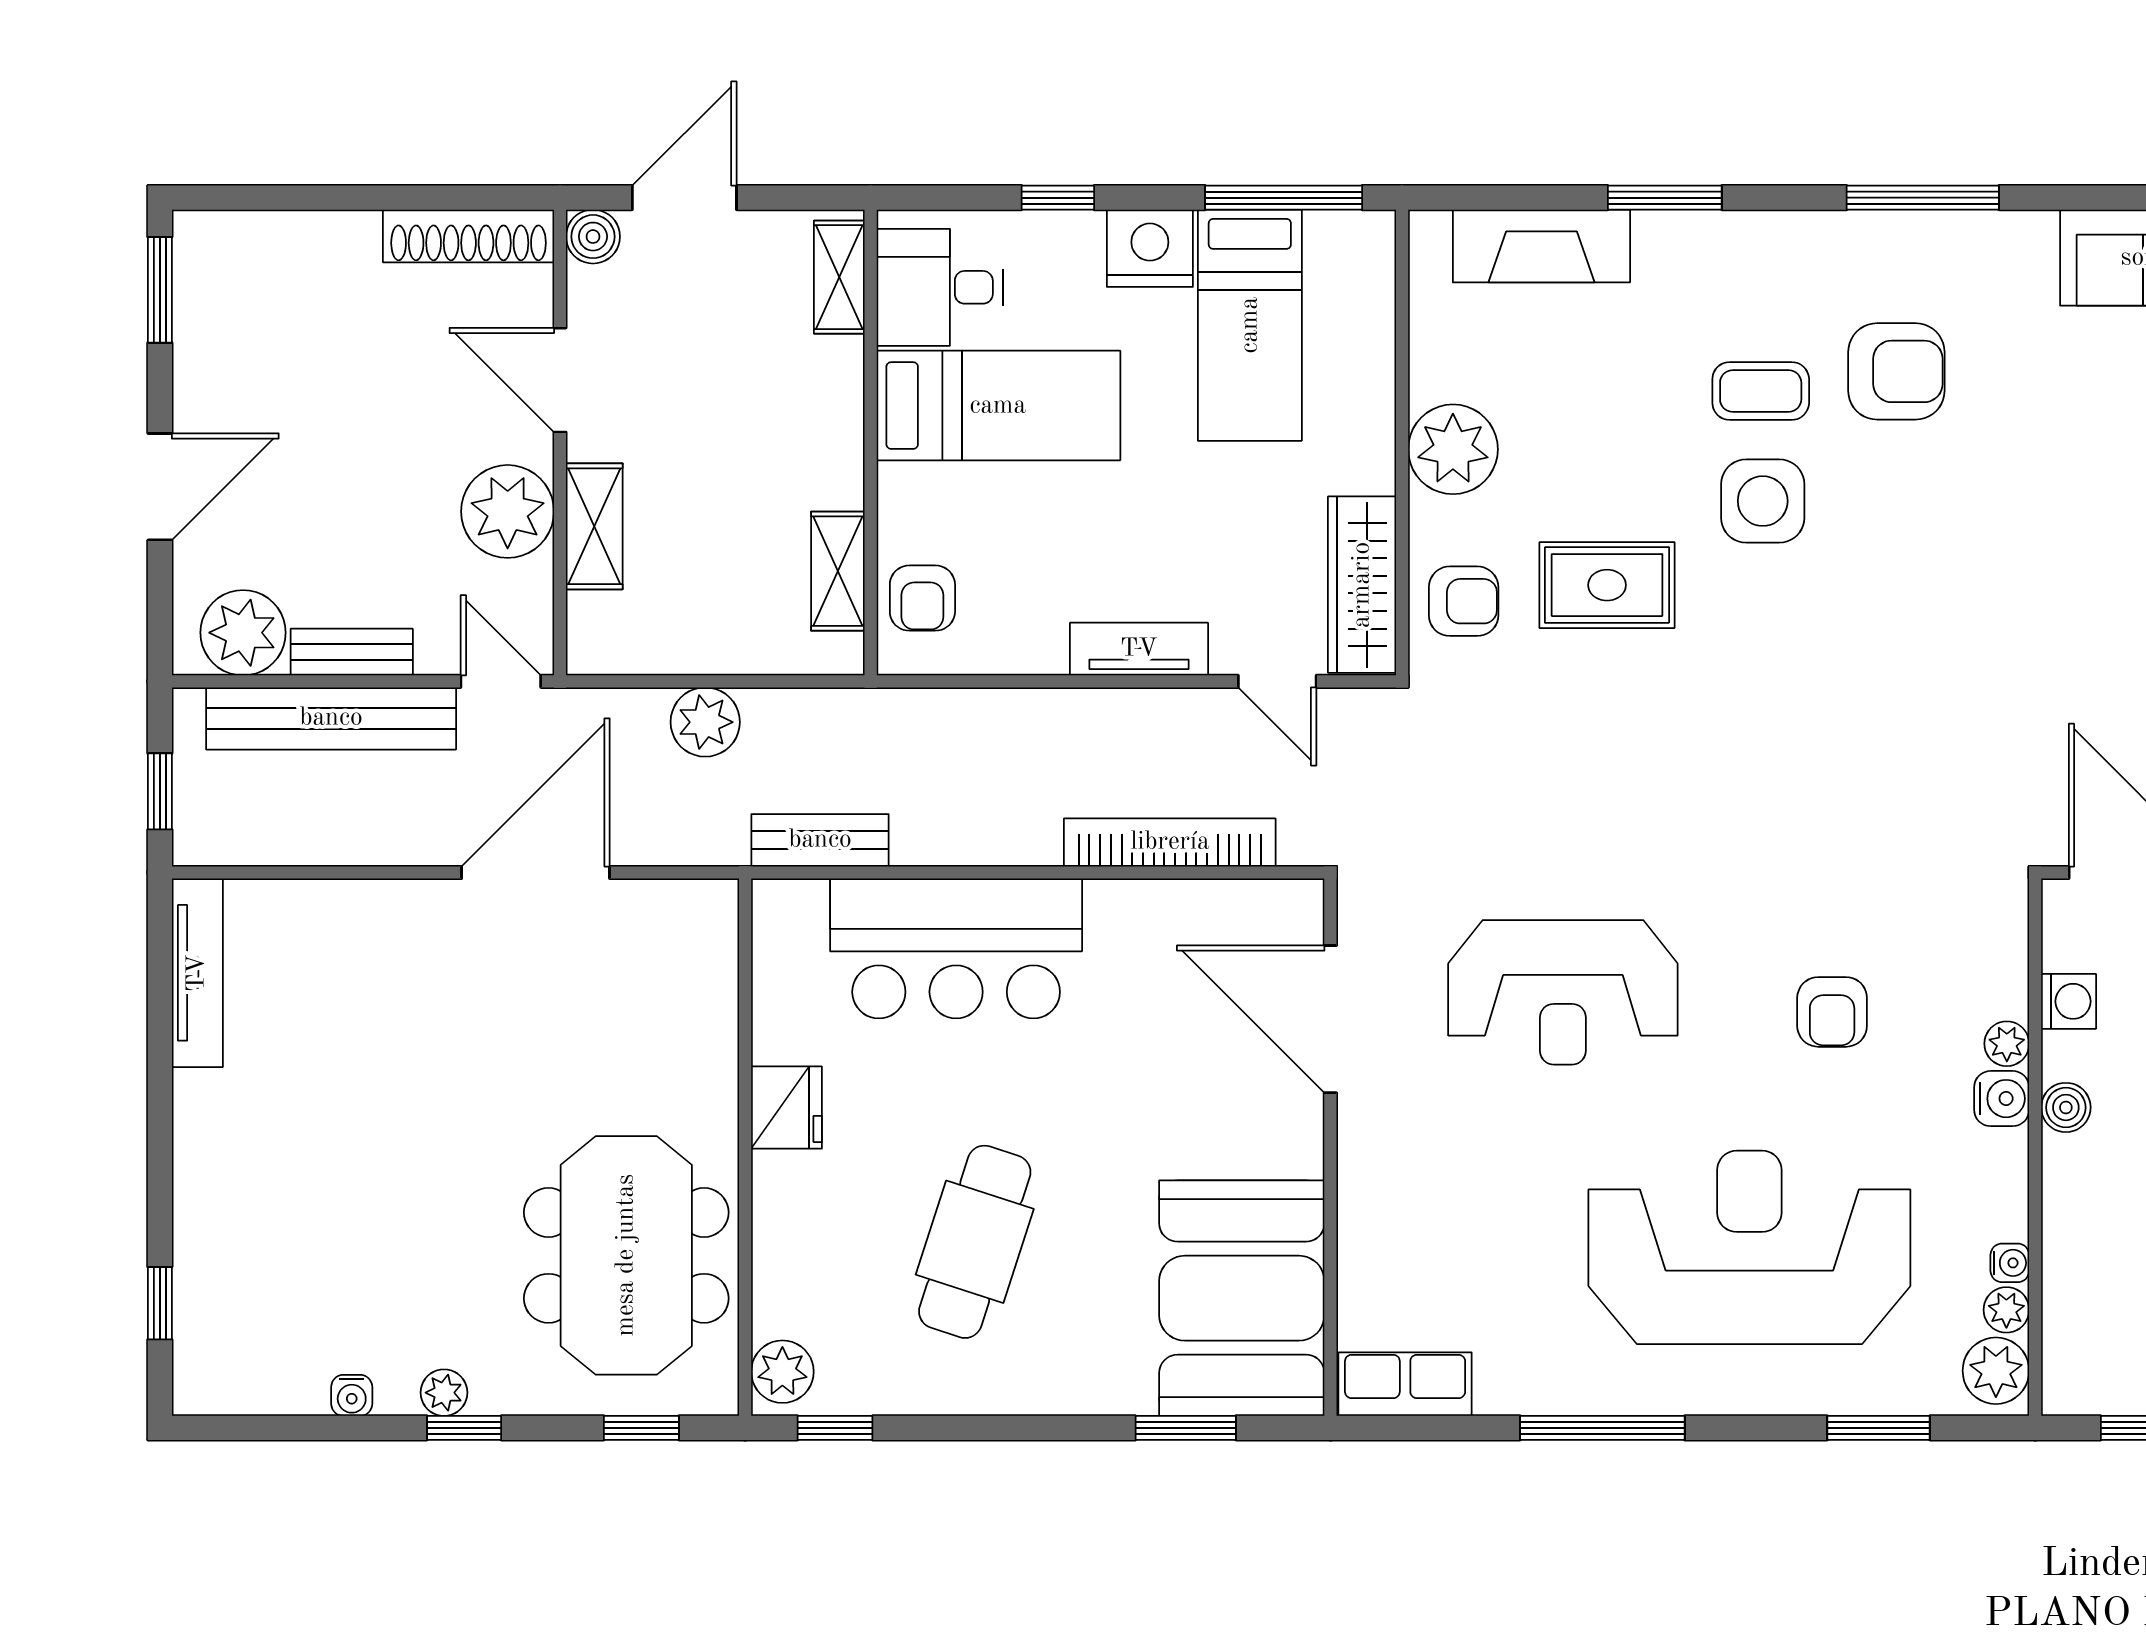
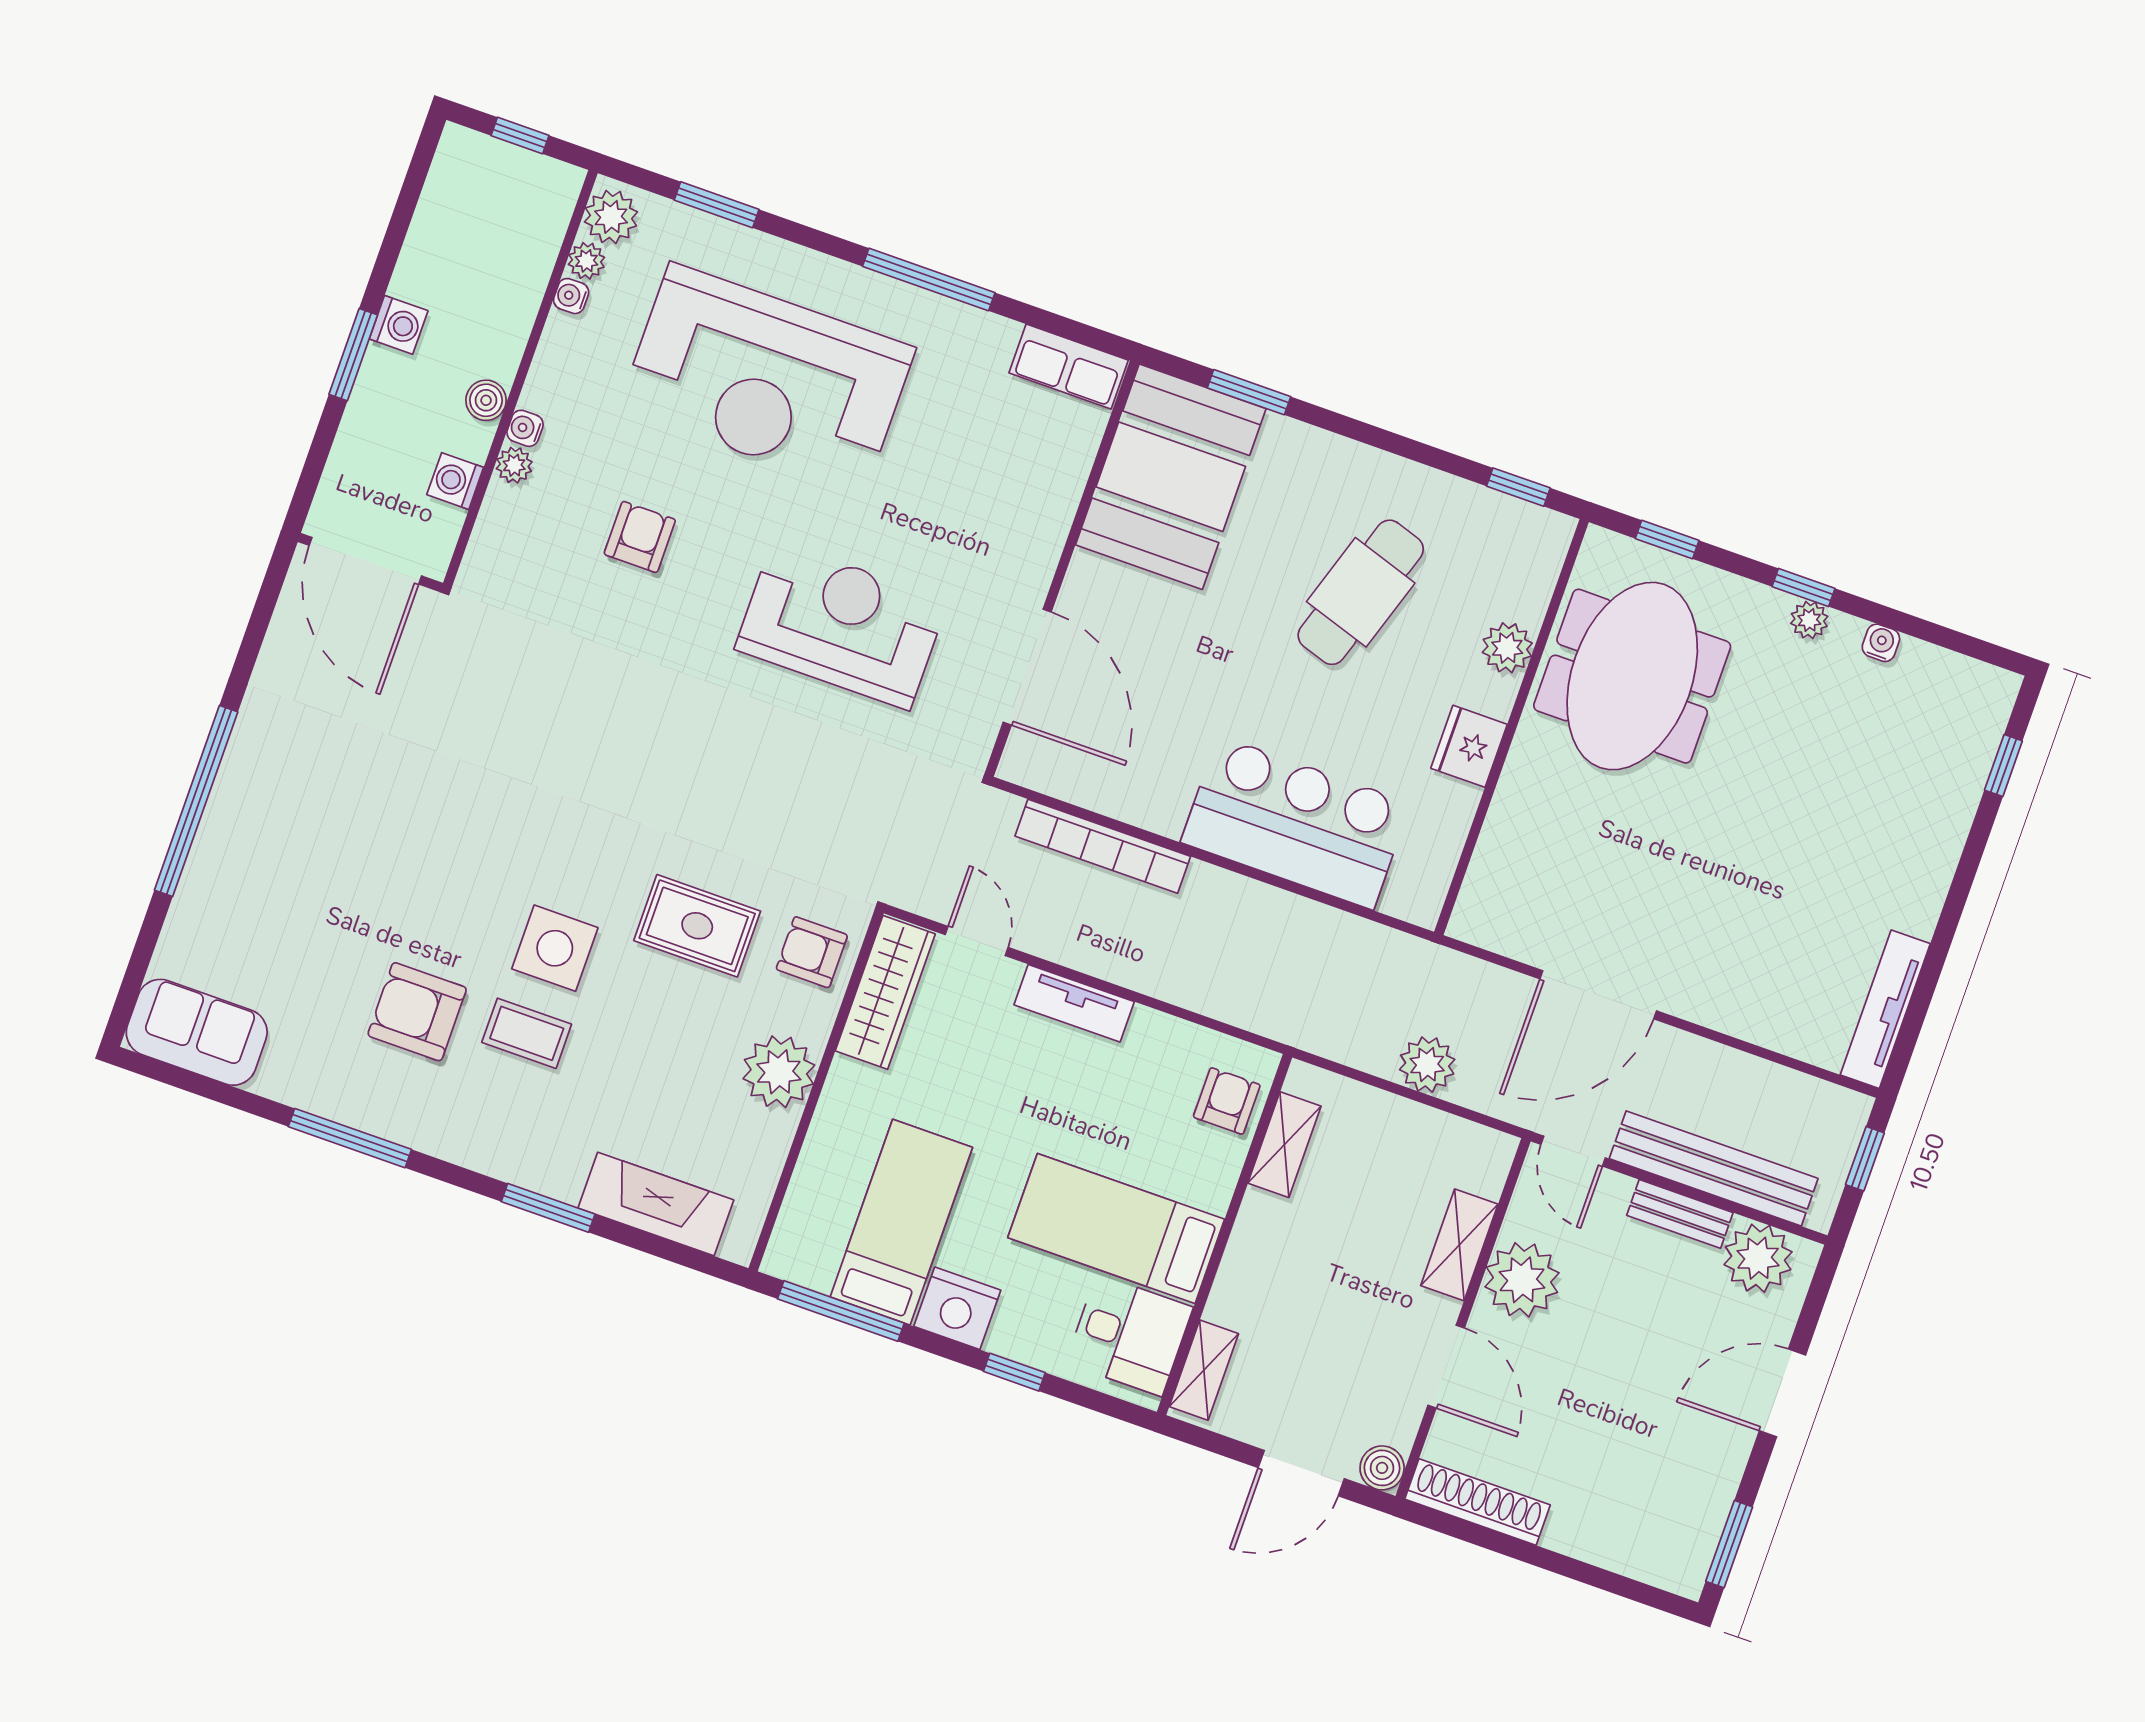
bench: (820, 840) -> (1371, 943), removed
water cooler: (2002, 1099) -> (525, 428), width x0.72, depth x0.72
plant: (782, 1372) -> (1507, 648), moved

